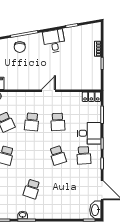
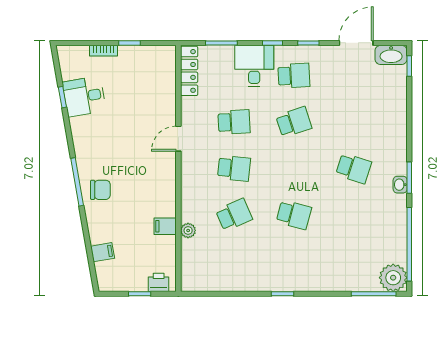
desk: (54, 41) -> (84, 96), moved
door: (48, 91) -> (178, 139), hinge flipped
locker: (91, 97) -> (189, 71), width x1.53

